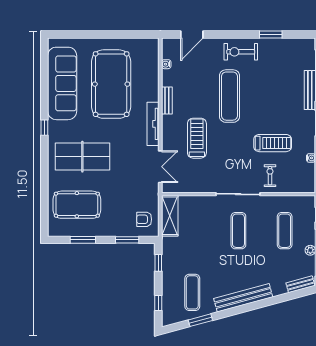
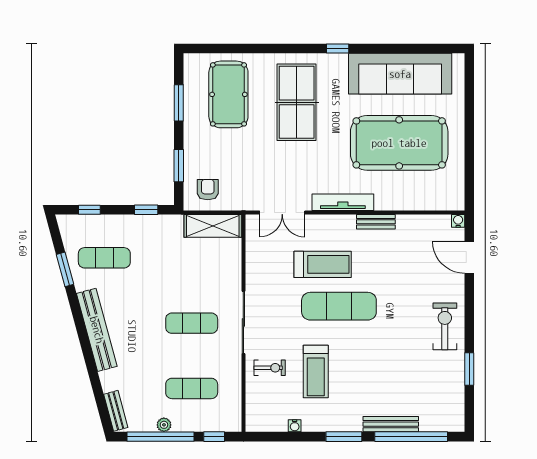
water cooler: (166, 64) -> (458, 221), moved
exercise mat: (229, 96) -> (339, 306), moved

